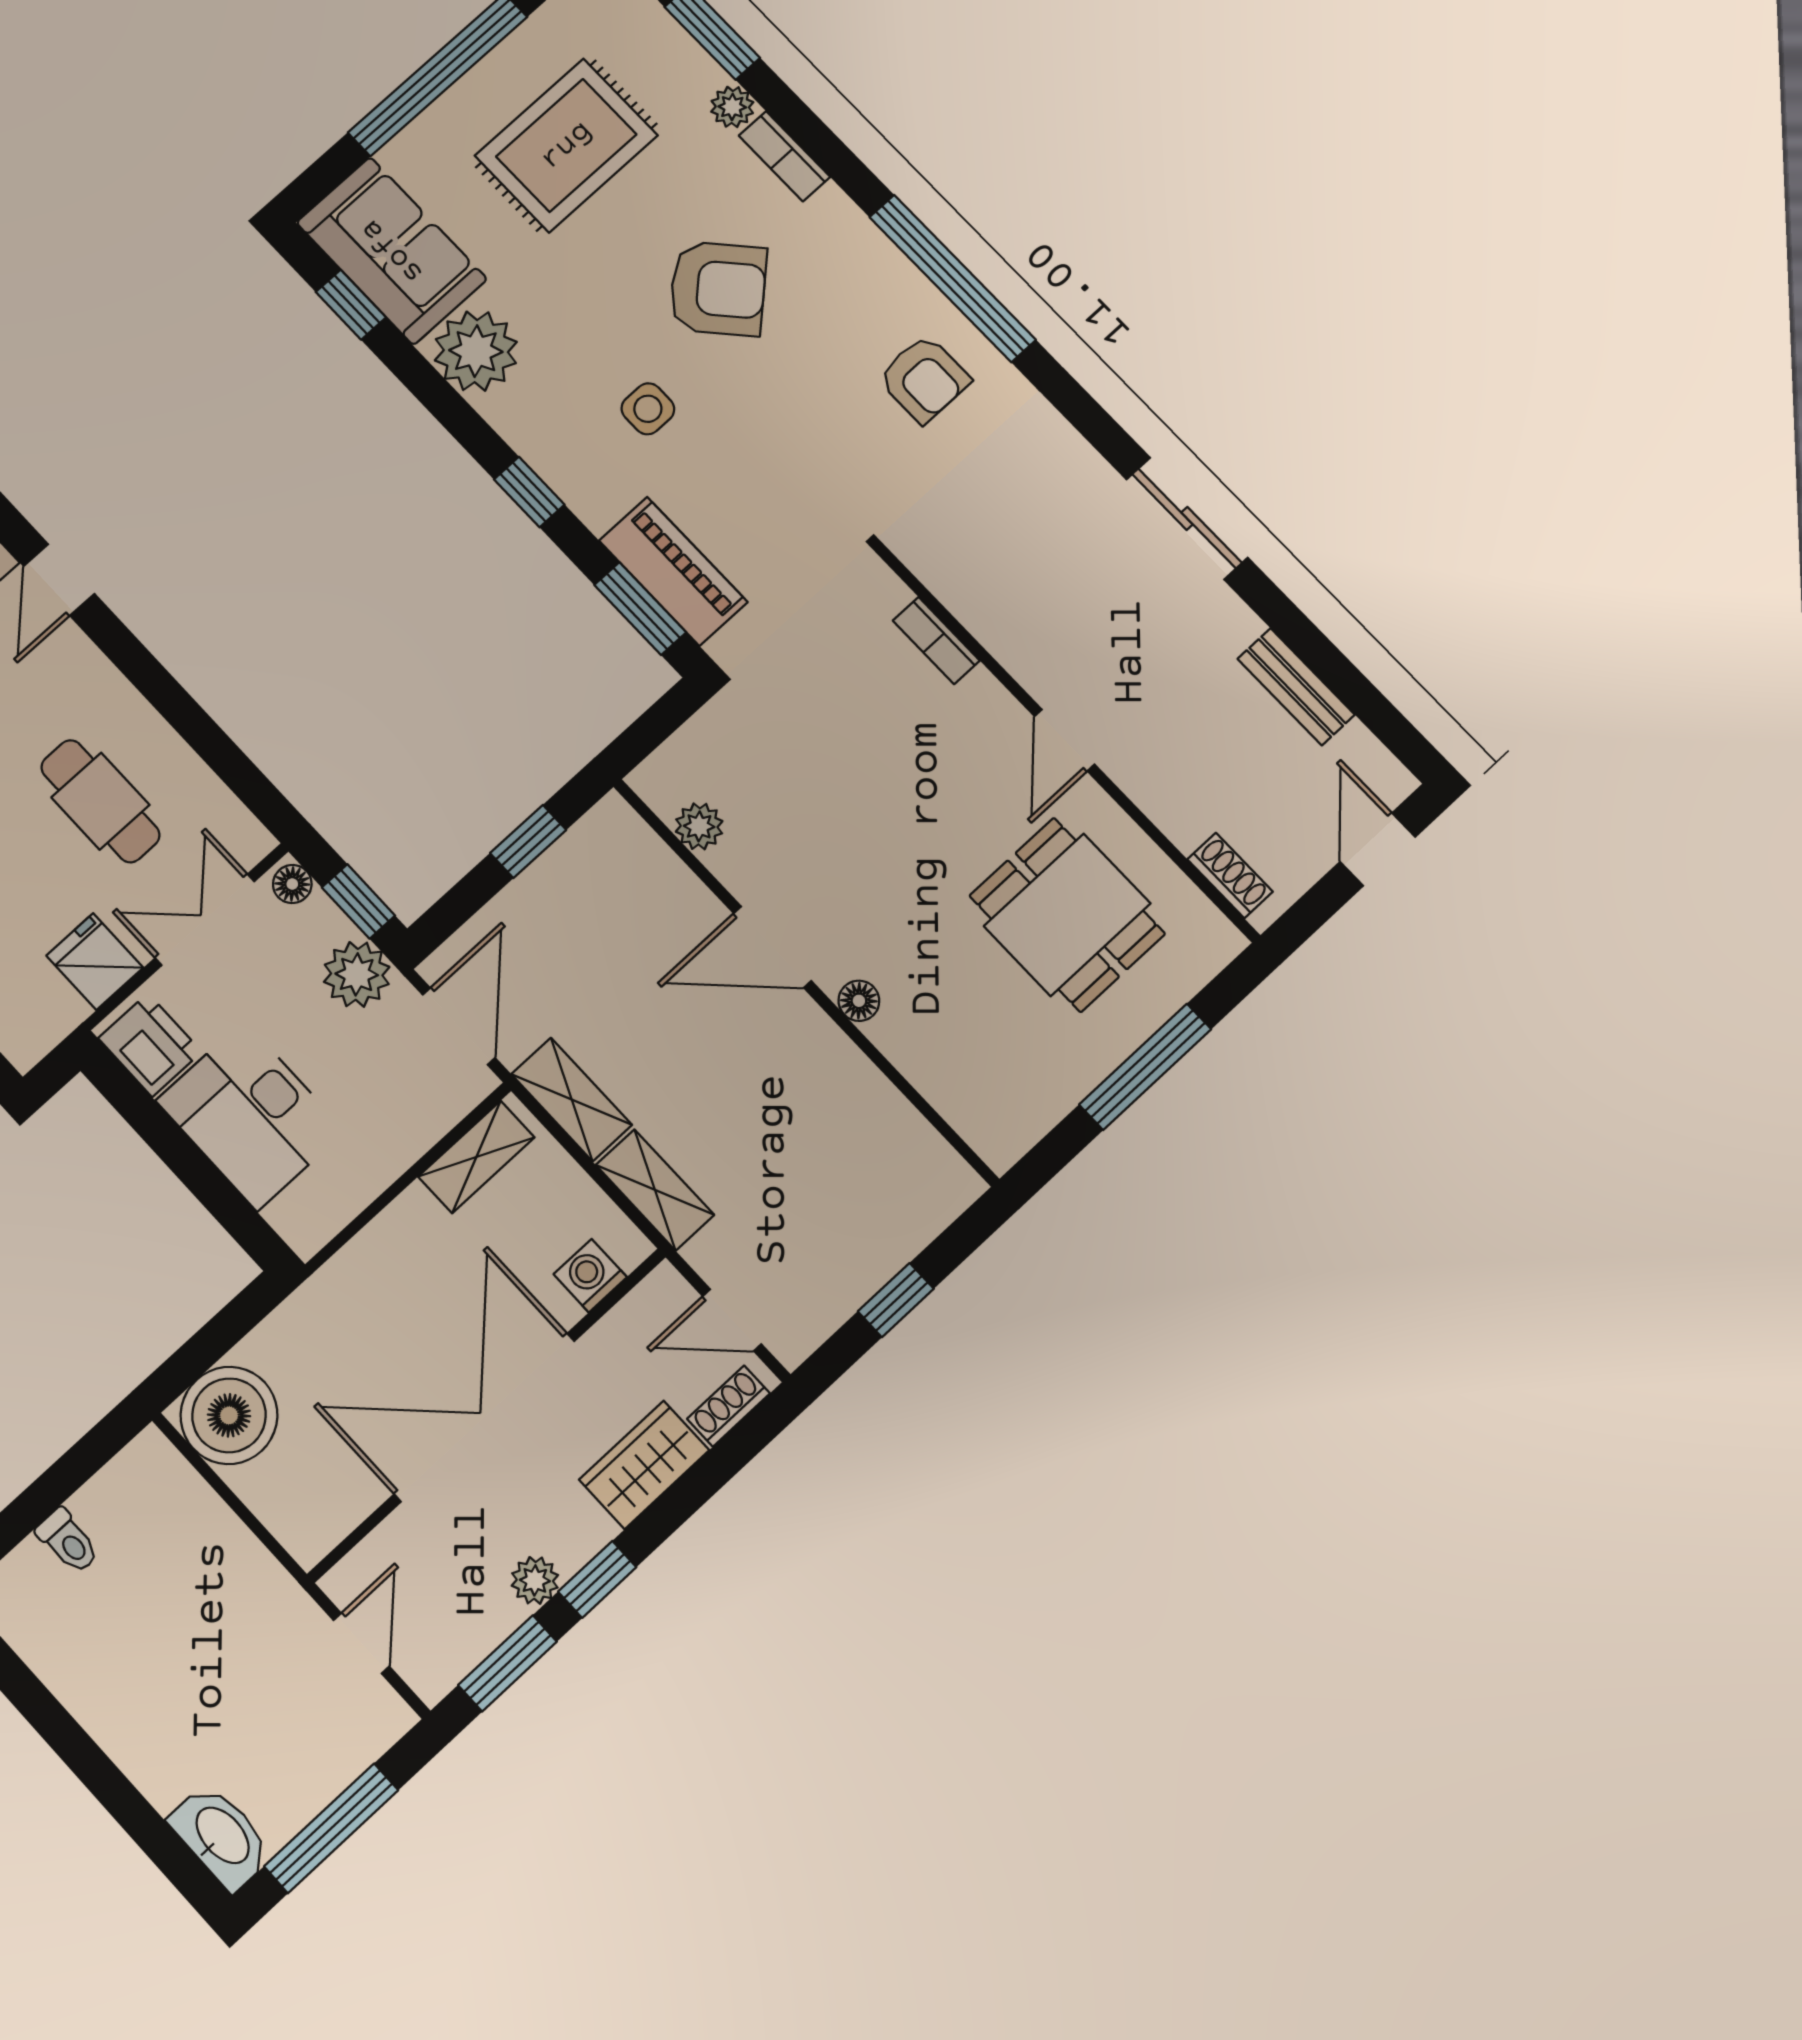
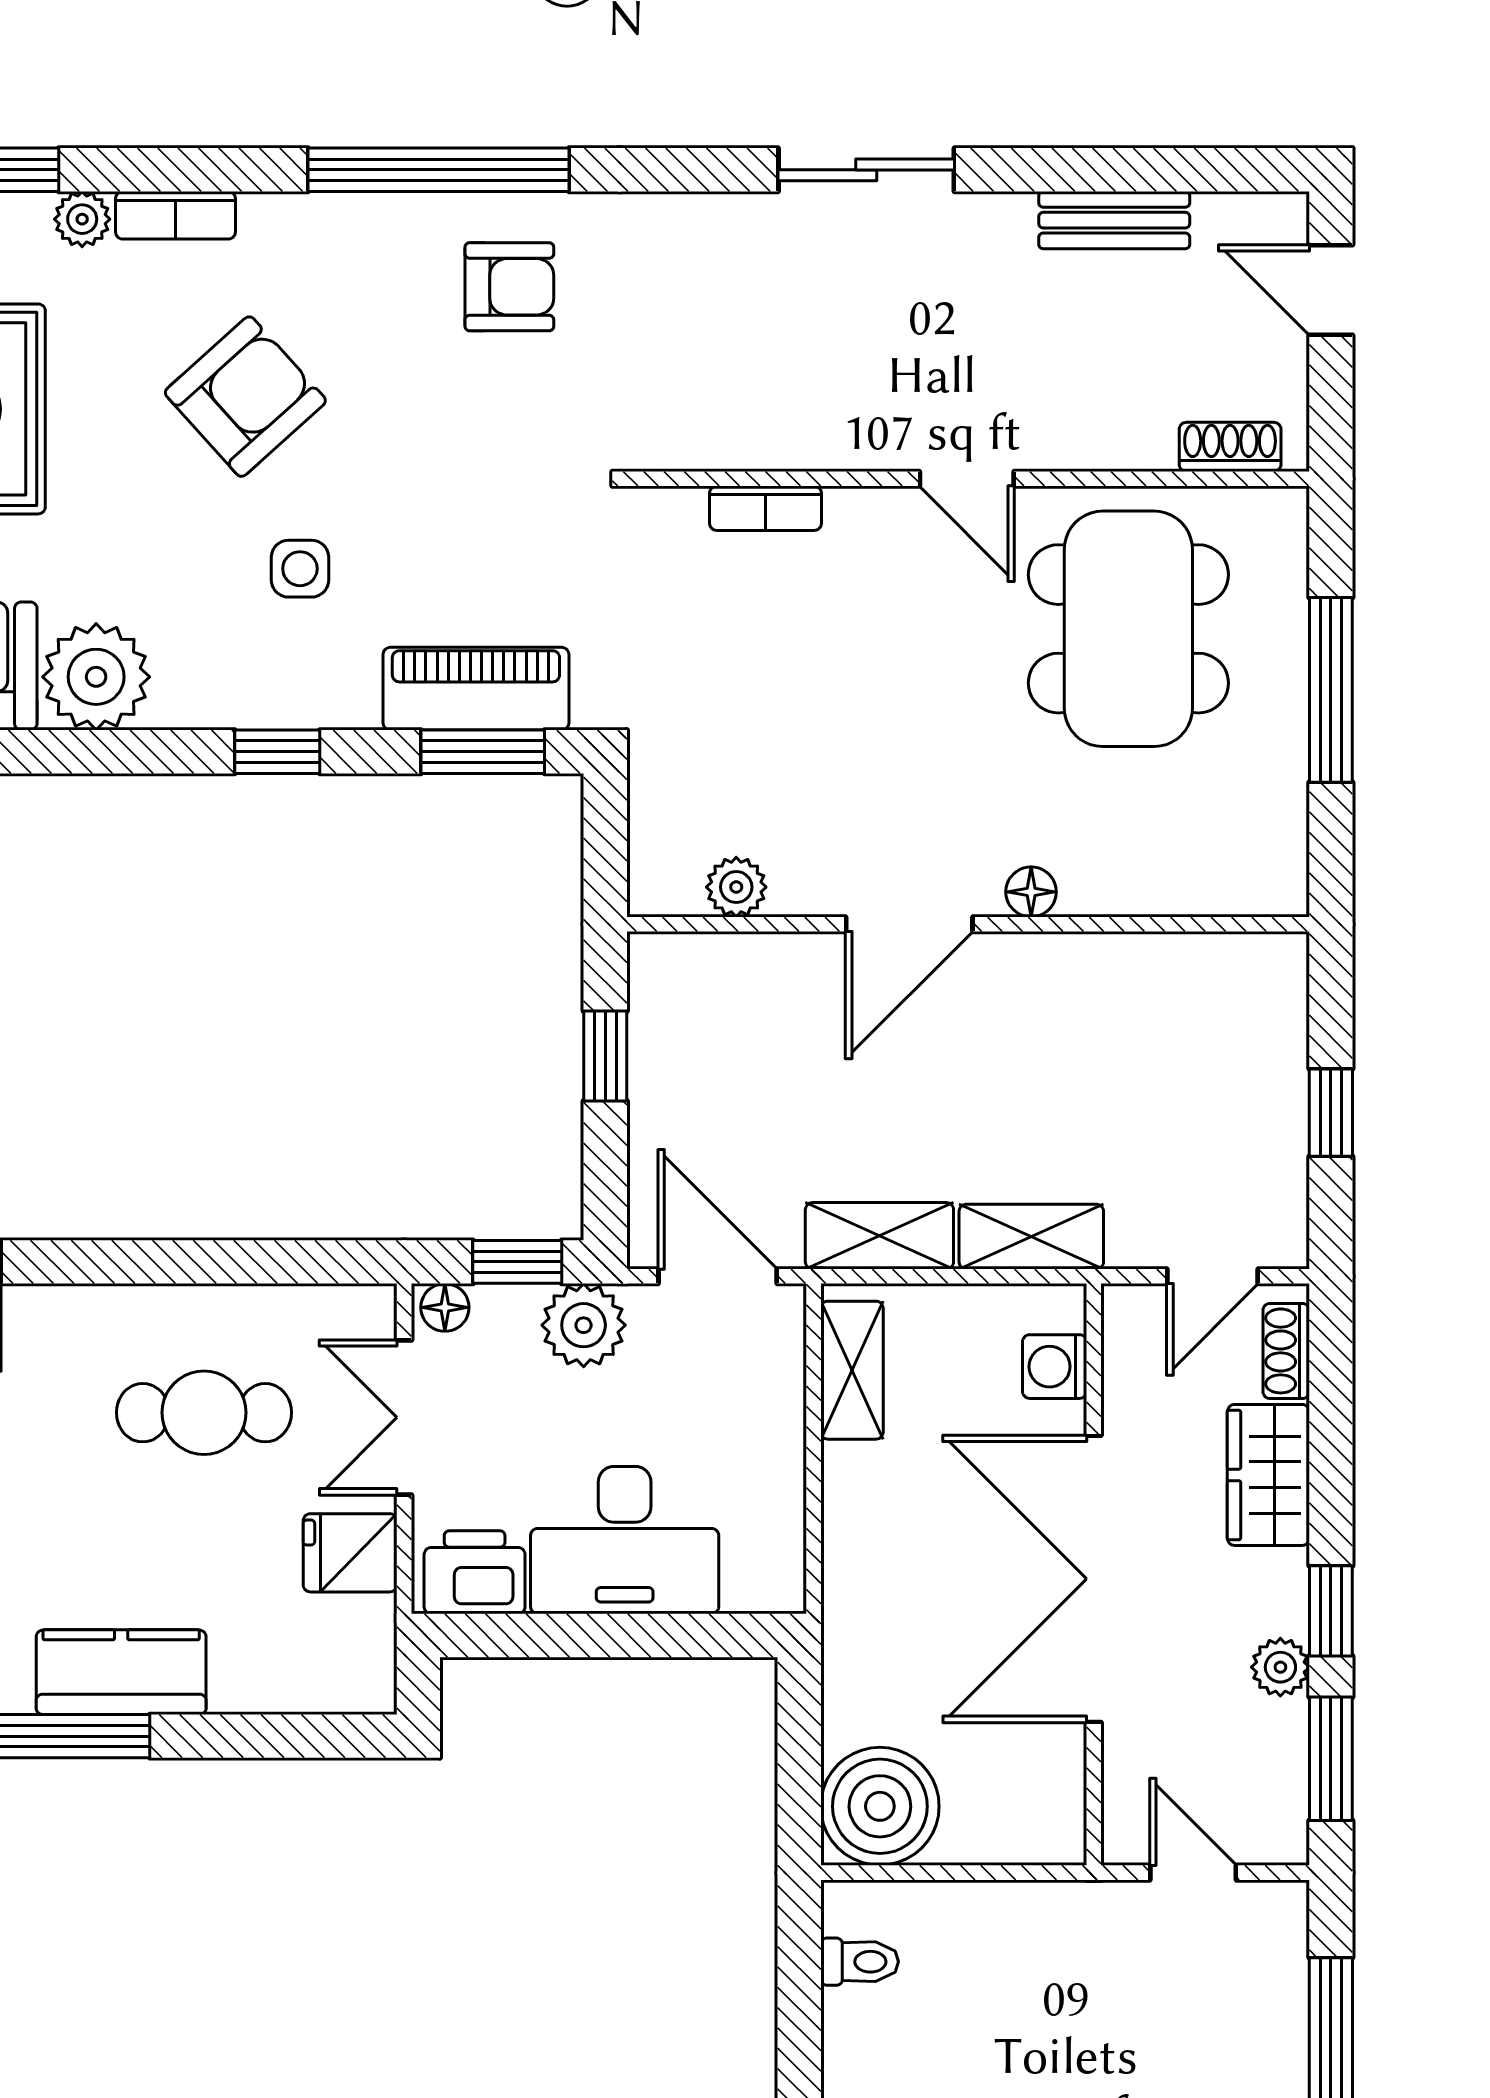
dining table: (1067, 915) -> (1128, 629), width x1.38
toilet: (68, 1541) -> (860, 1962), moved

